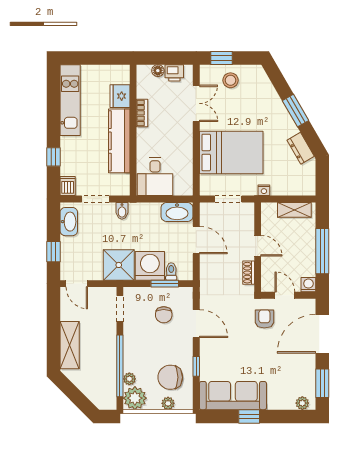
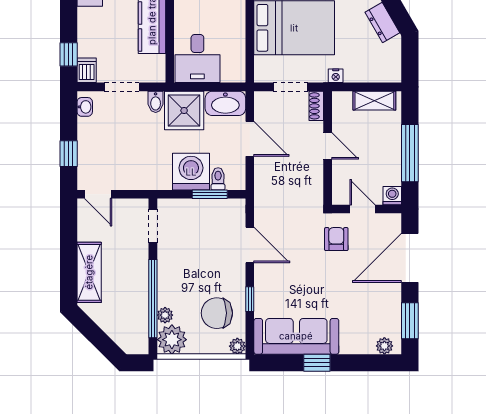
window: (53, 157) -> (69, 54), moved
washbasin: (69, 222) -> (85, 107), width x0.52, depth x0.69
shower: (119, 265) -> (184, 111), moved
shoe rack: (249, 273) -> (316, 106), moved
chair: (164, 315) -> (209, 234), removed
plant: (168, 403) -> (237, 346), moved

